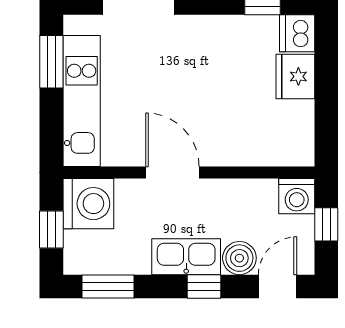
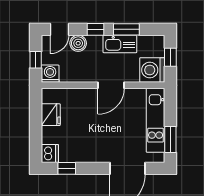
fridge: (295, 76) -> (51, 115), moved
door: (172, 172) -> (111, 85), hinge flipped
kitchen sink: (186, 257) -> (120, 44), moved
window: (108, 286) -> (126, 29), moved

